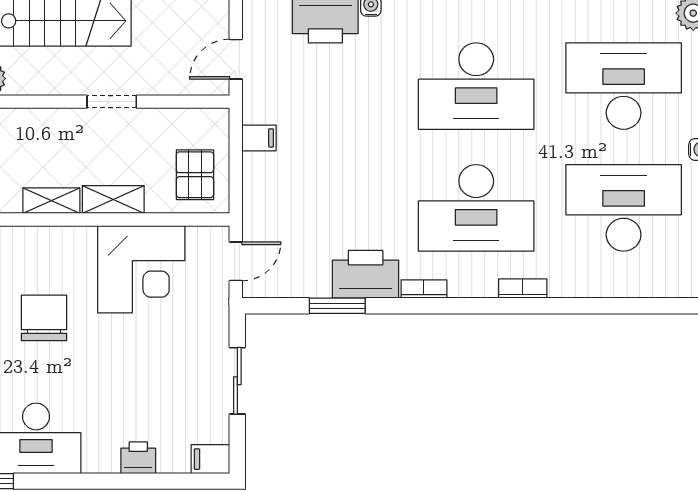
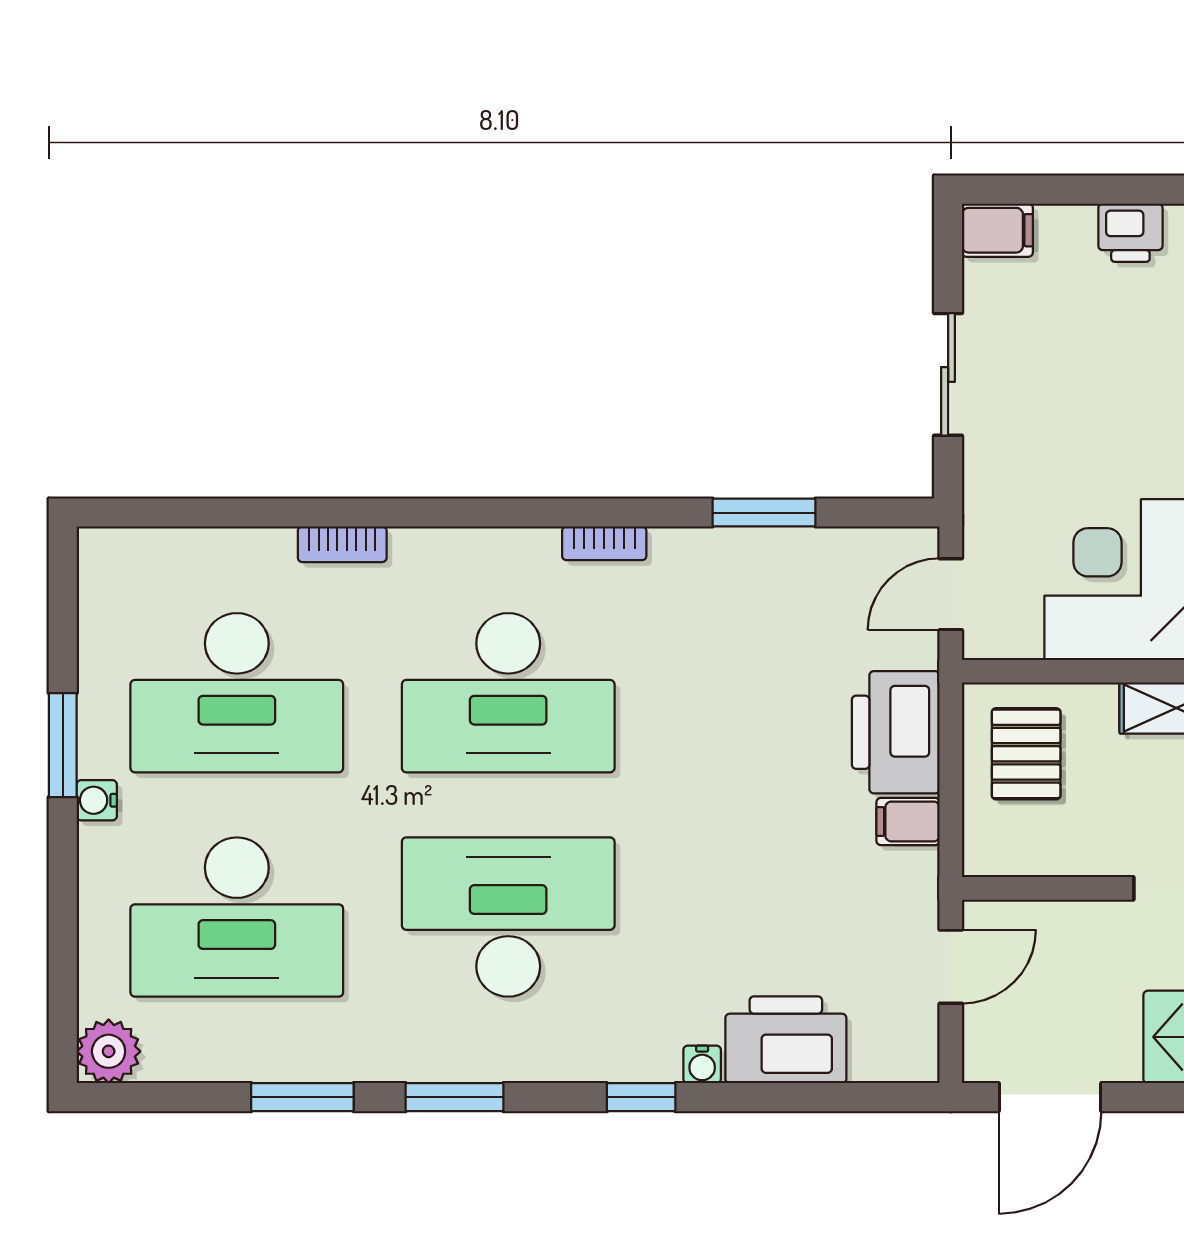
desk: (476, 208) -> (508, 693), turned 180
printer: (366, 274) -> (896, 732), moved, turned 90
bookcase: (523, 289) -> (342, 544), moved

